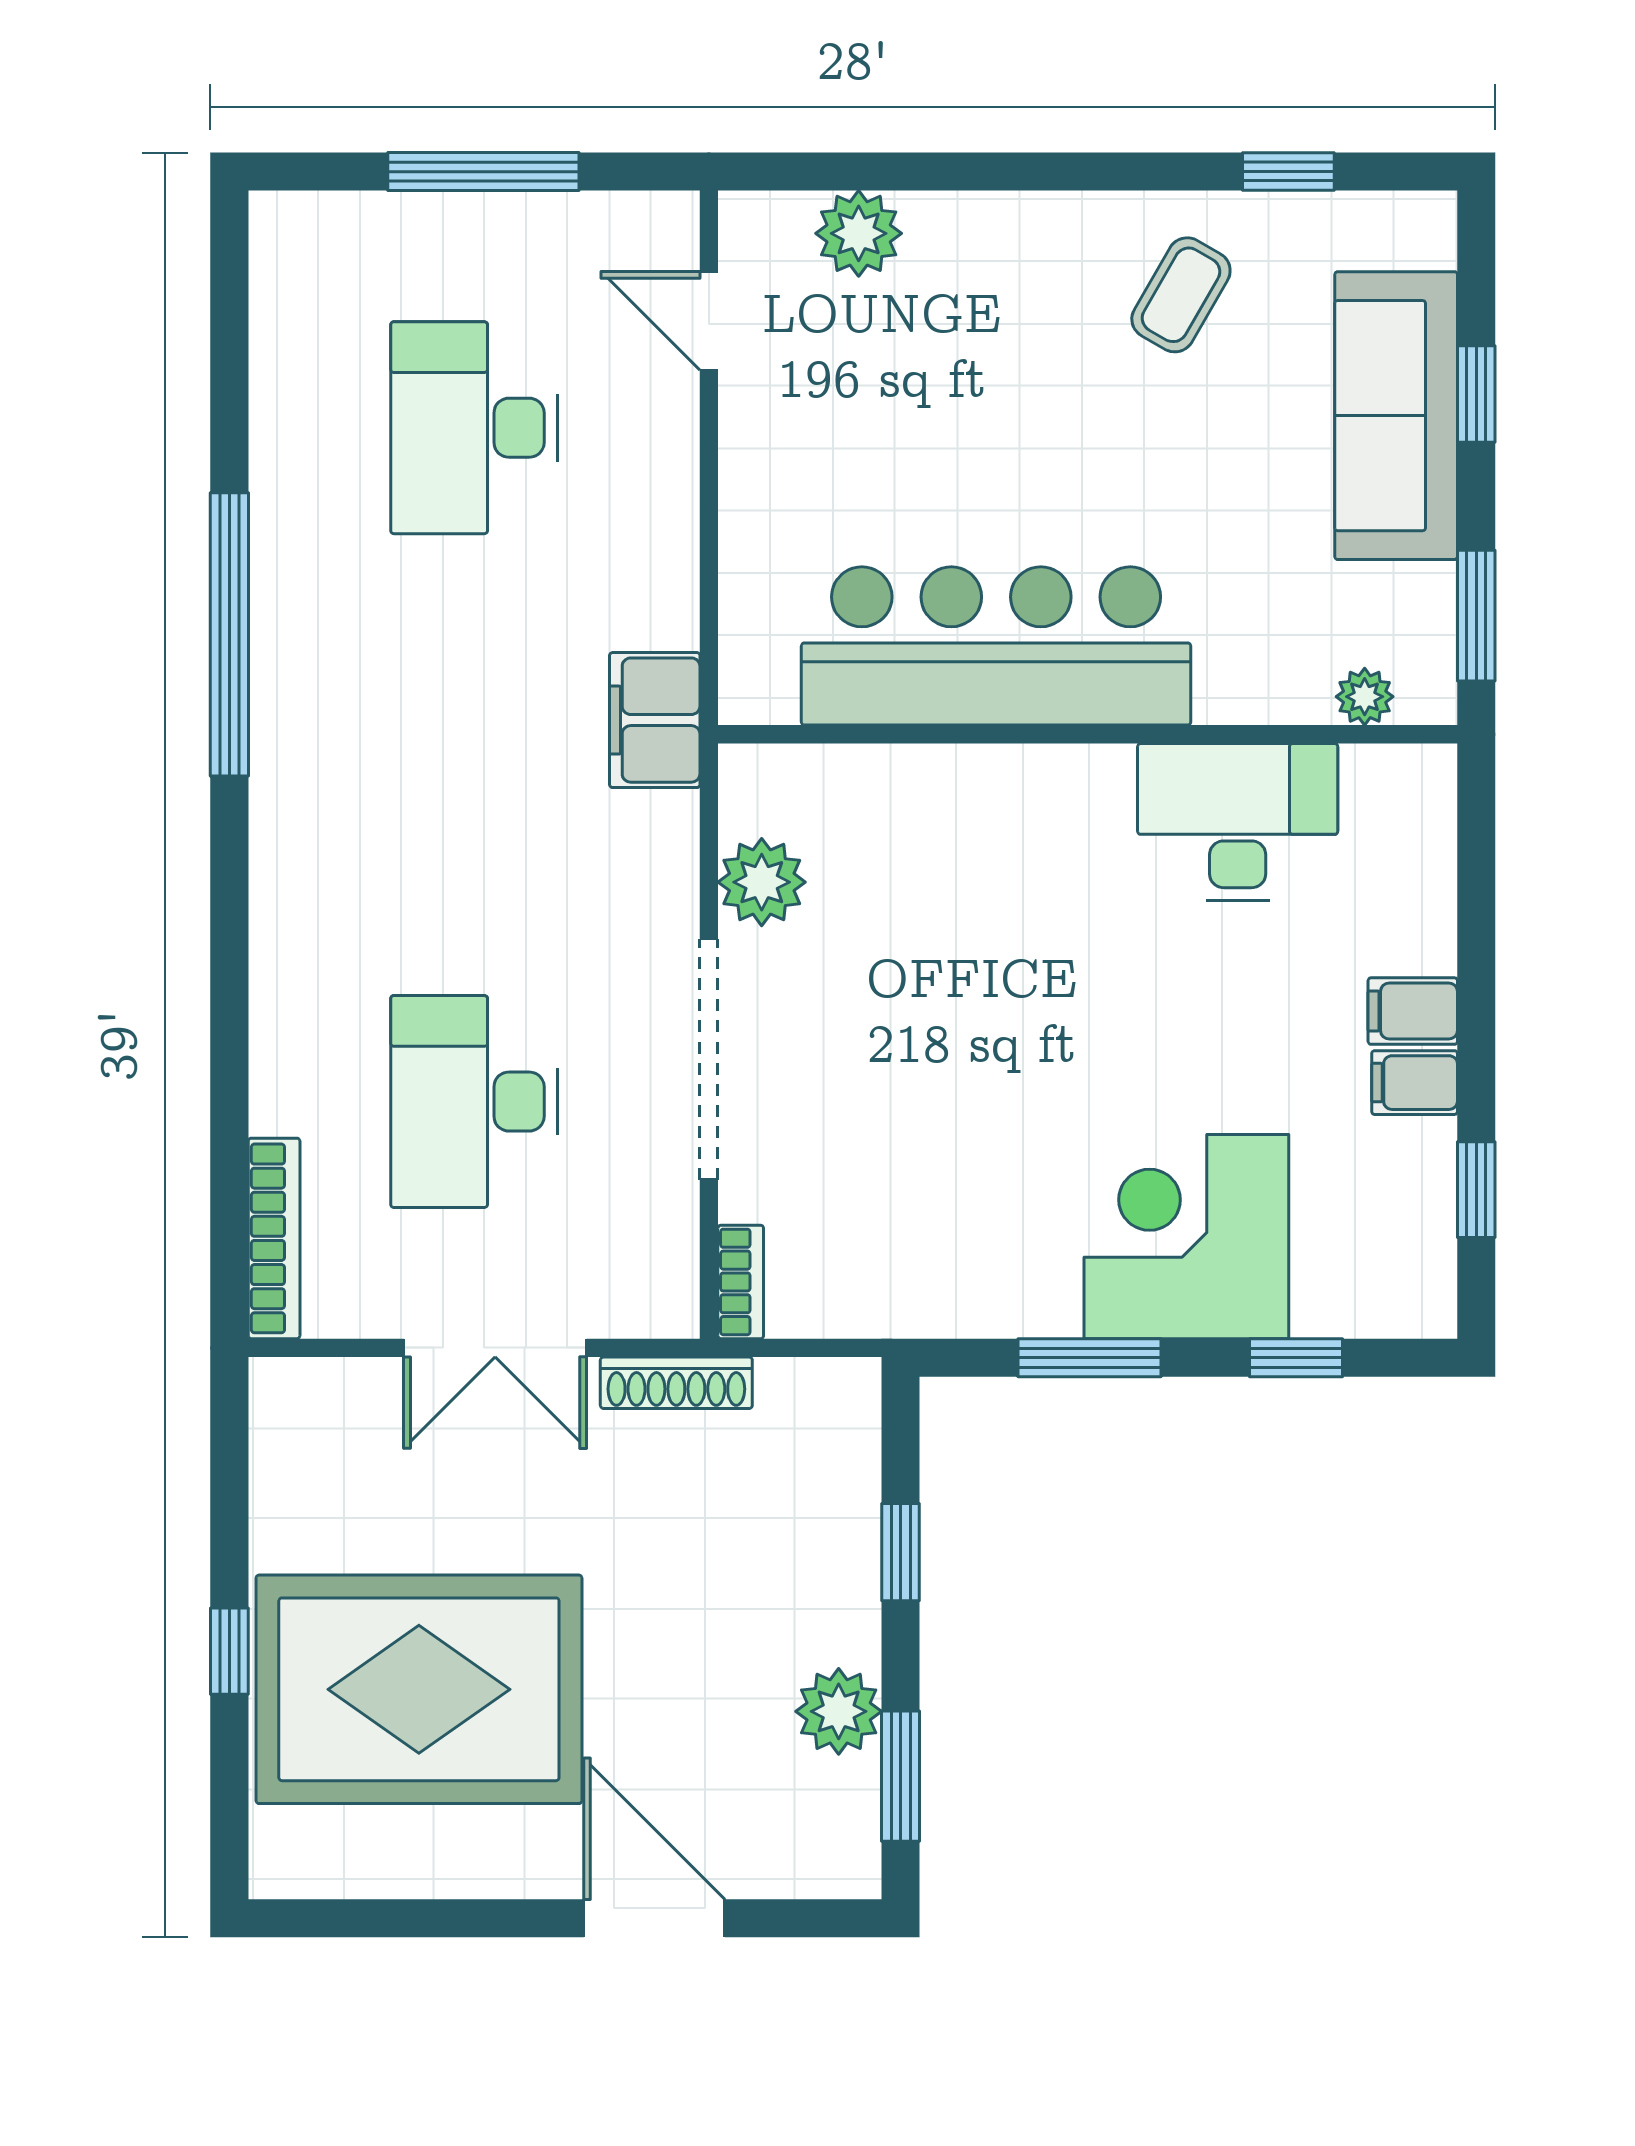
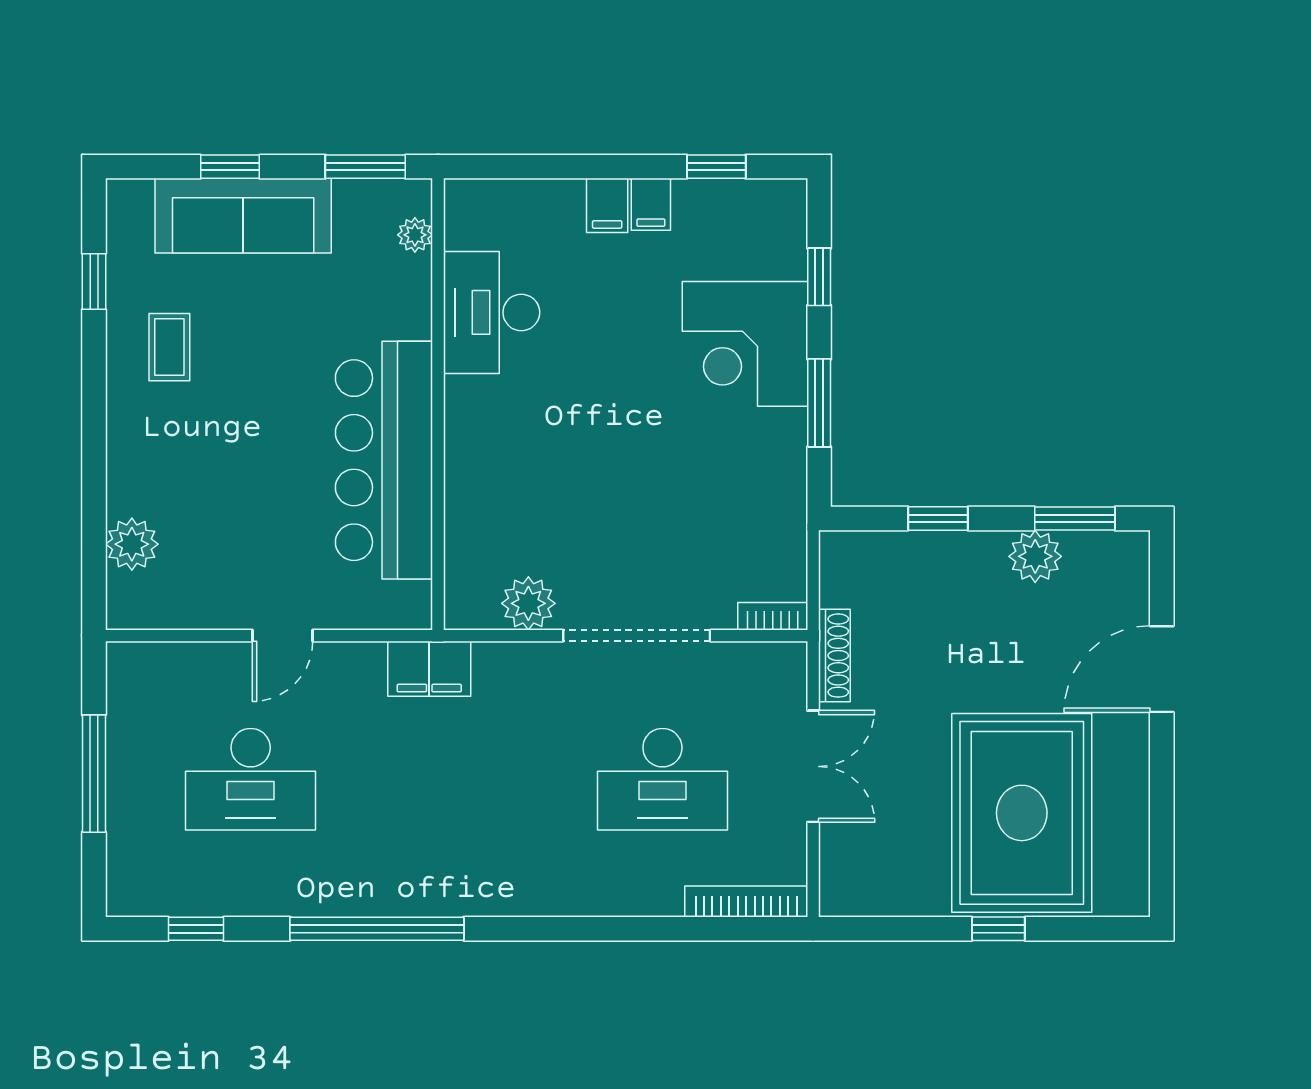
coffee table: (1181, 295) -> (169, 347), turned 60
door: (709, 321) -> (283, 636), moved
window: (229, 338) -> (196, 929), added

